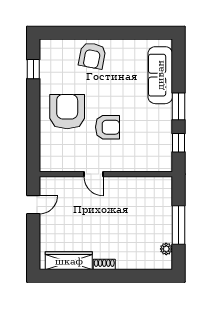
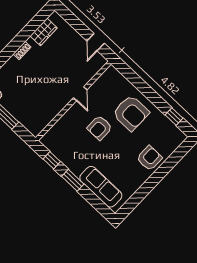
armchair: (92, 56) -> (149, 158), turned 79
door: (93, 174) -> (80, 94), swing flipped
wardrobe: (69, 261) -> (44, 32), width x0.67

